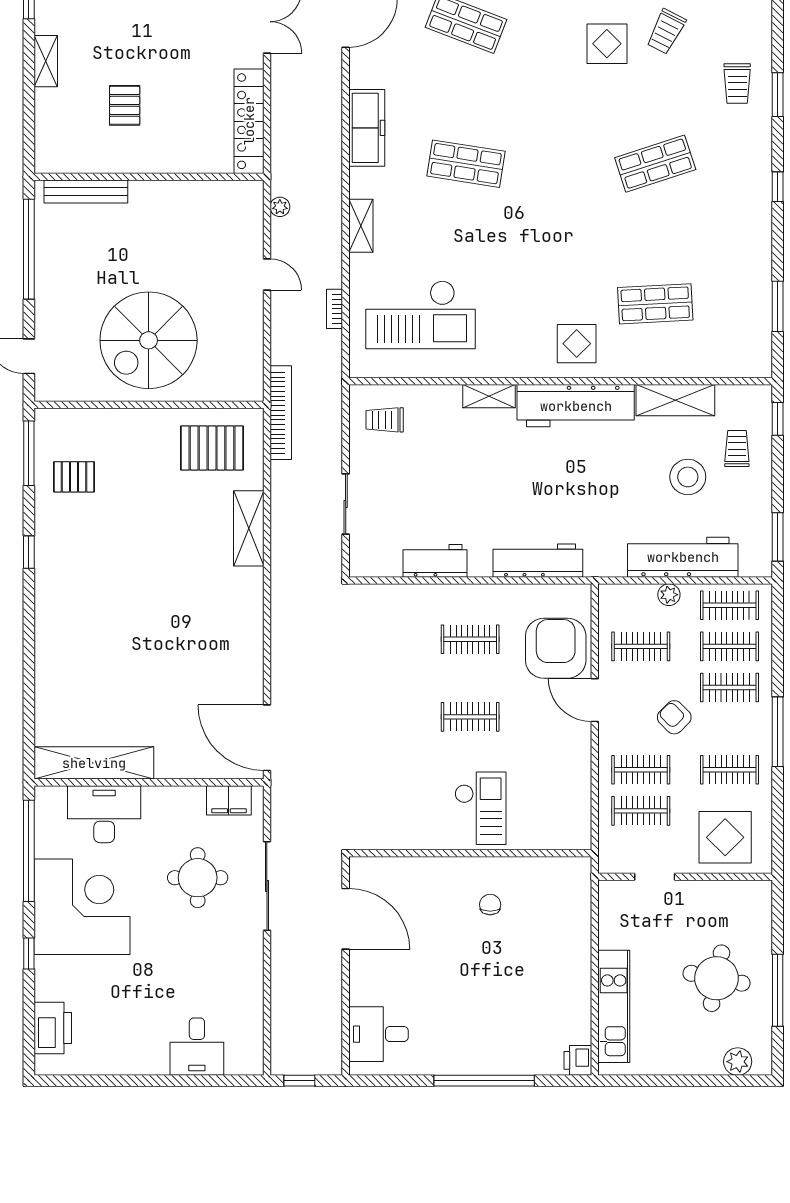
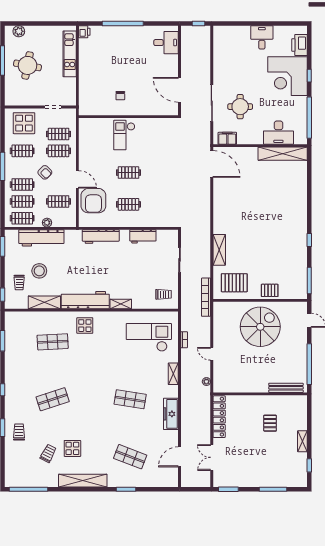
pallet: (74, 477) -> (270, 290), moved
corner desk: (82, 907) -> (288, 76), moved
desk: (197, 1047) -> (262, 37), moved

